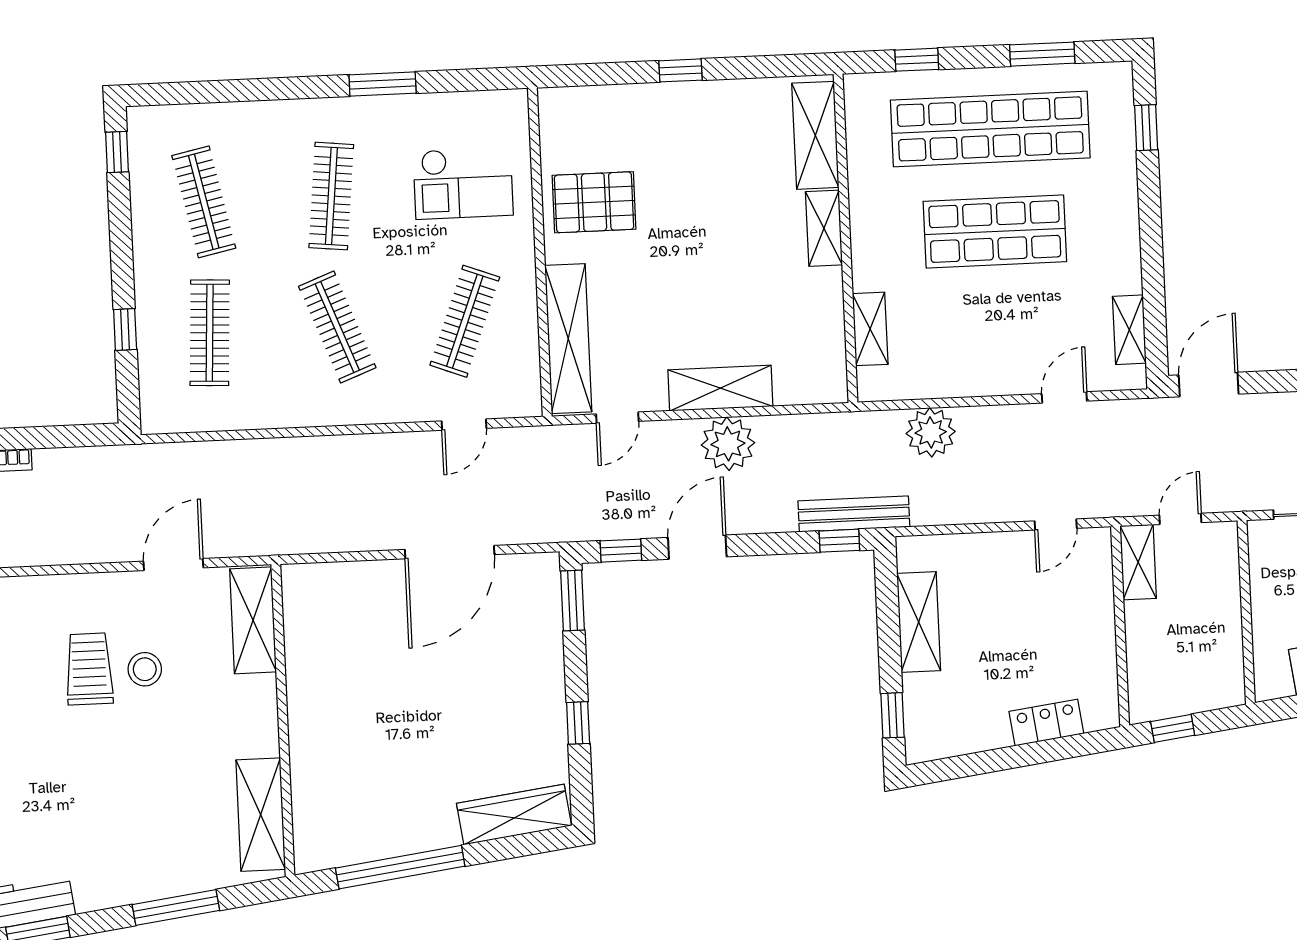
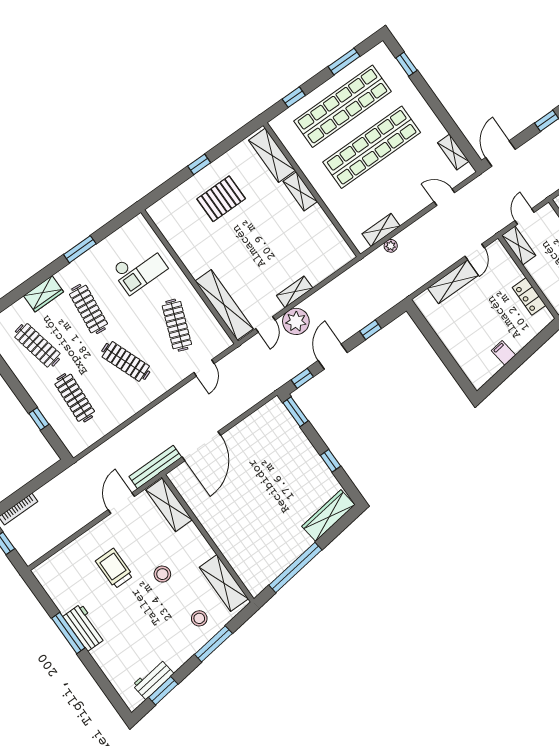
wardrobe: (271, 120) -> (43, 294), added
pallet: (594, 202) -> (221, 199), moved
shop shelf: (995, 232) -> (372, 147), width x1.40
shelving: (870, 329) -> (381, 230), moved, turned 90
shelving: (720, 388) -> (295, 292), width x0.67, depth x0.75
door: (1064, 397) -> (444, 197), hinge flipped
plant: (931, 432) -> (391, 246), width x0.53, depth x0.53
plant: (728, 444) -> (296, 321), moved
bench: (854, 514) -> (155, 467), moved
window: (839, 541) -> (371, 330), moved
door: (450, 552) -> (201, 446), moved
shelving: (919, 622) -> (453, 282), moved, turned 90
stool: (145, 669) -> (162, 574), moved
window: (893, 715) -> (458, 374), removed
locker: (1046, 723) -> (529, 296), moved, turned -82
filing cabinet: (994, 729) -> (503, 353), added
stool: (180, 848) -> (199, 618), added

